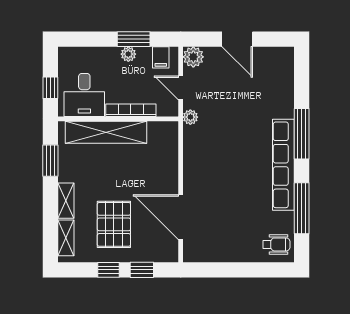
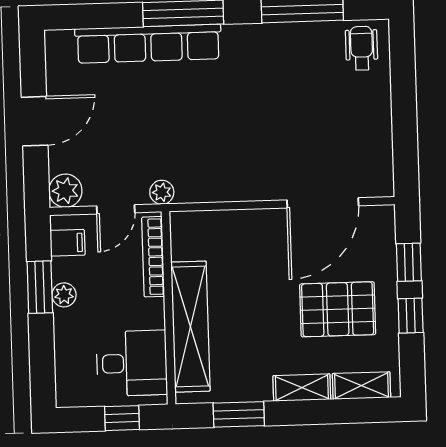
bookcase: (131, 110) -> (153, 257), moved
row of seats: (283, 165) -> (148, 44), moved

